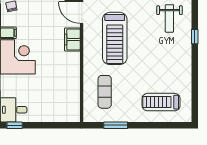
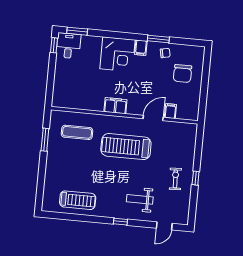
filing cabinet: (72, 39) -> (115, 106), moved
treadmill: (161, 102) -> (78, 200), moved, turned 90

